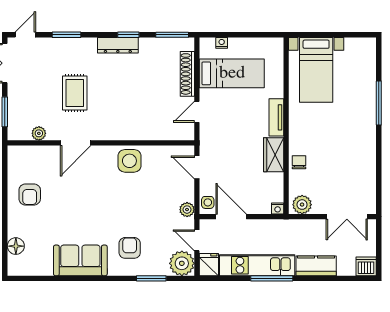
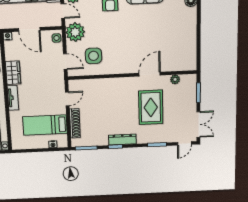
rug: (75, 93) -> (151, 107), width x1.36, depth x1.43
side table: (129, 161) -> (94, 56), moved
armchair: (30, 194) -> (181, 37), removed
plant: (187, 210) -> (75, 32), width x1.88, depth x1.88
door: (231, 217) -> (29, 29), moved

